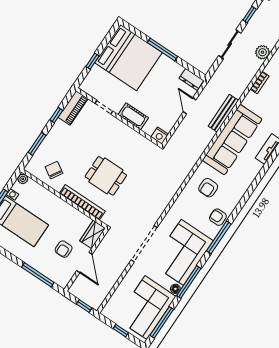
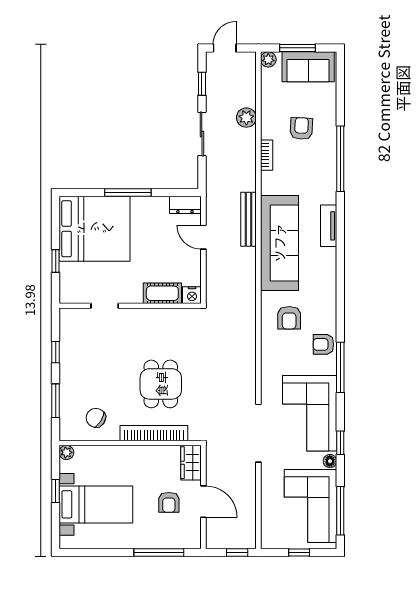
piano: (73, 108) -> (69, 331), removed
cot: (133, 116) -> (162, 293), moved
dining table: (106, 176) -> (161, 384), turned 90
window: (189, 282) -> (340, 443), width x0.46

